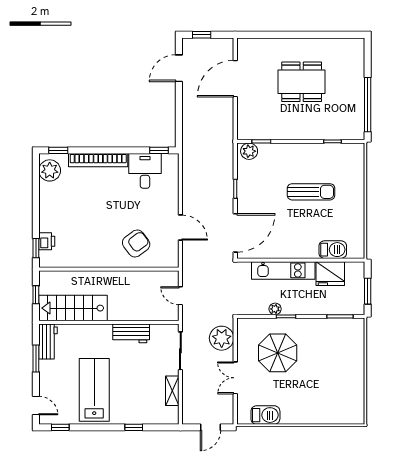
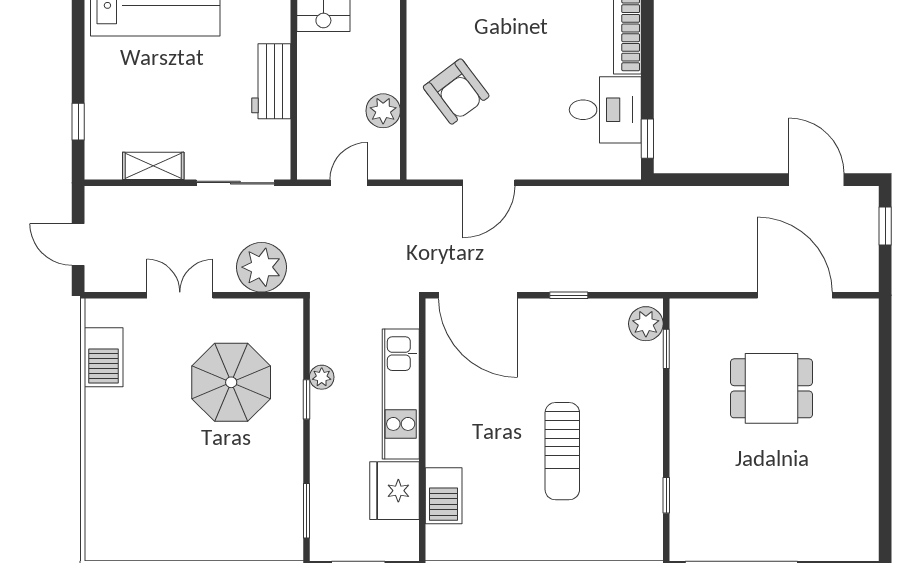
dining table: (302, 82) -> (772, 388), moved, width x0.73
plant: (145, 279) -> (383, 111), added
window: (134, 427) -> (78, 122), moved

